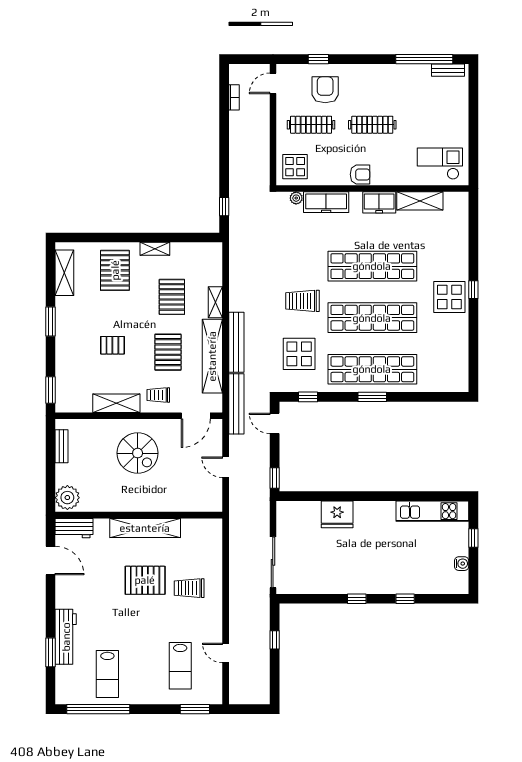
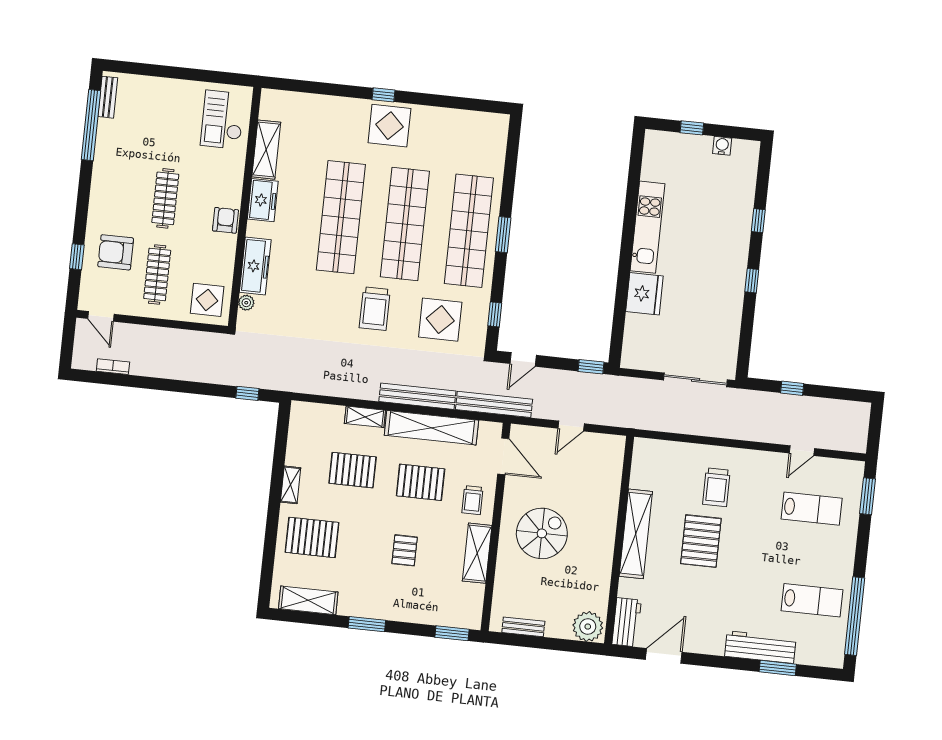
kitchen unit: (432, 511) -> (648, 227), moved

